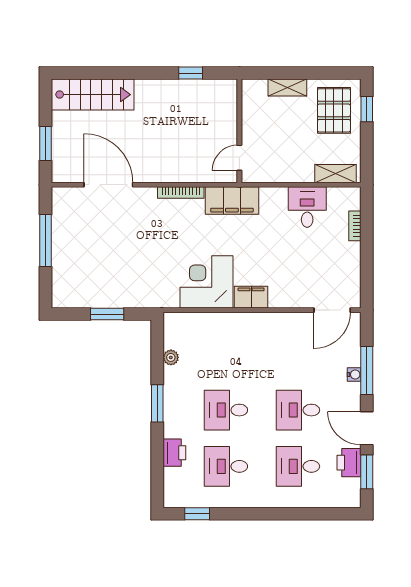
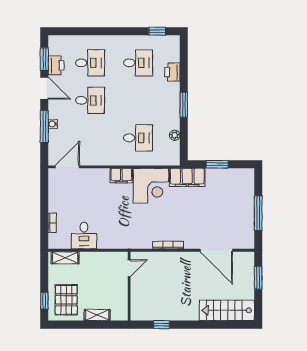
filing cabinet: (232, 200) -> (187, 177), moved, turned 180
desk: (226, 410) -> (138, 138), moved

